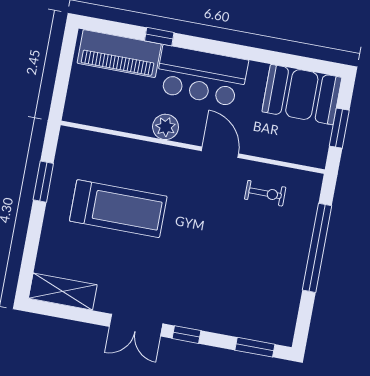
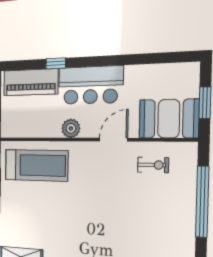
booth: (302, 95) -> (169, 119), moved
door: (220, 152) -> (113, 140), hinge flipped
treadmill: (118, 209) -> (36, 165), moved

